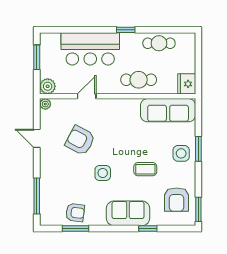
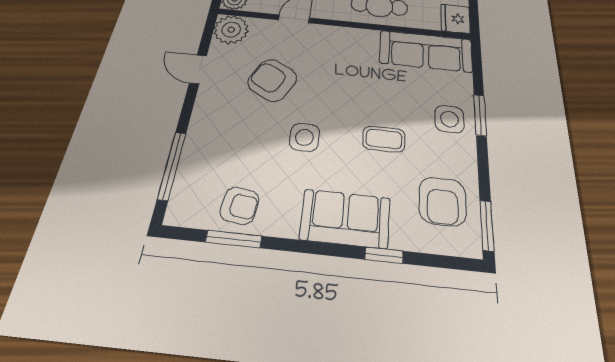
plant: (45, 104) -> (231, 30), width x1.88, depth x1.88

